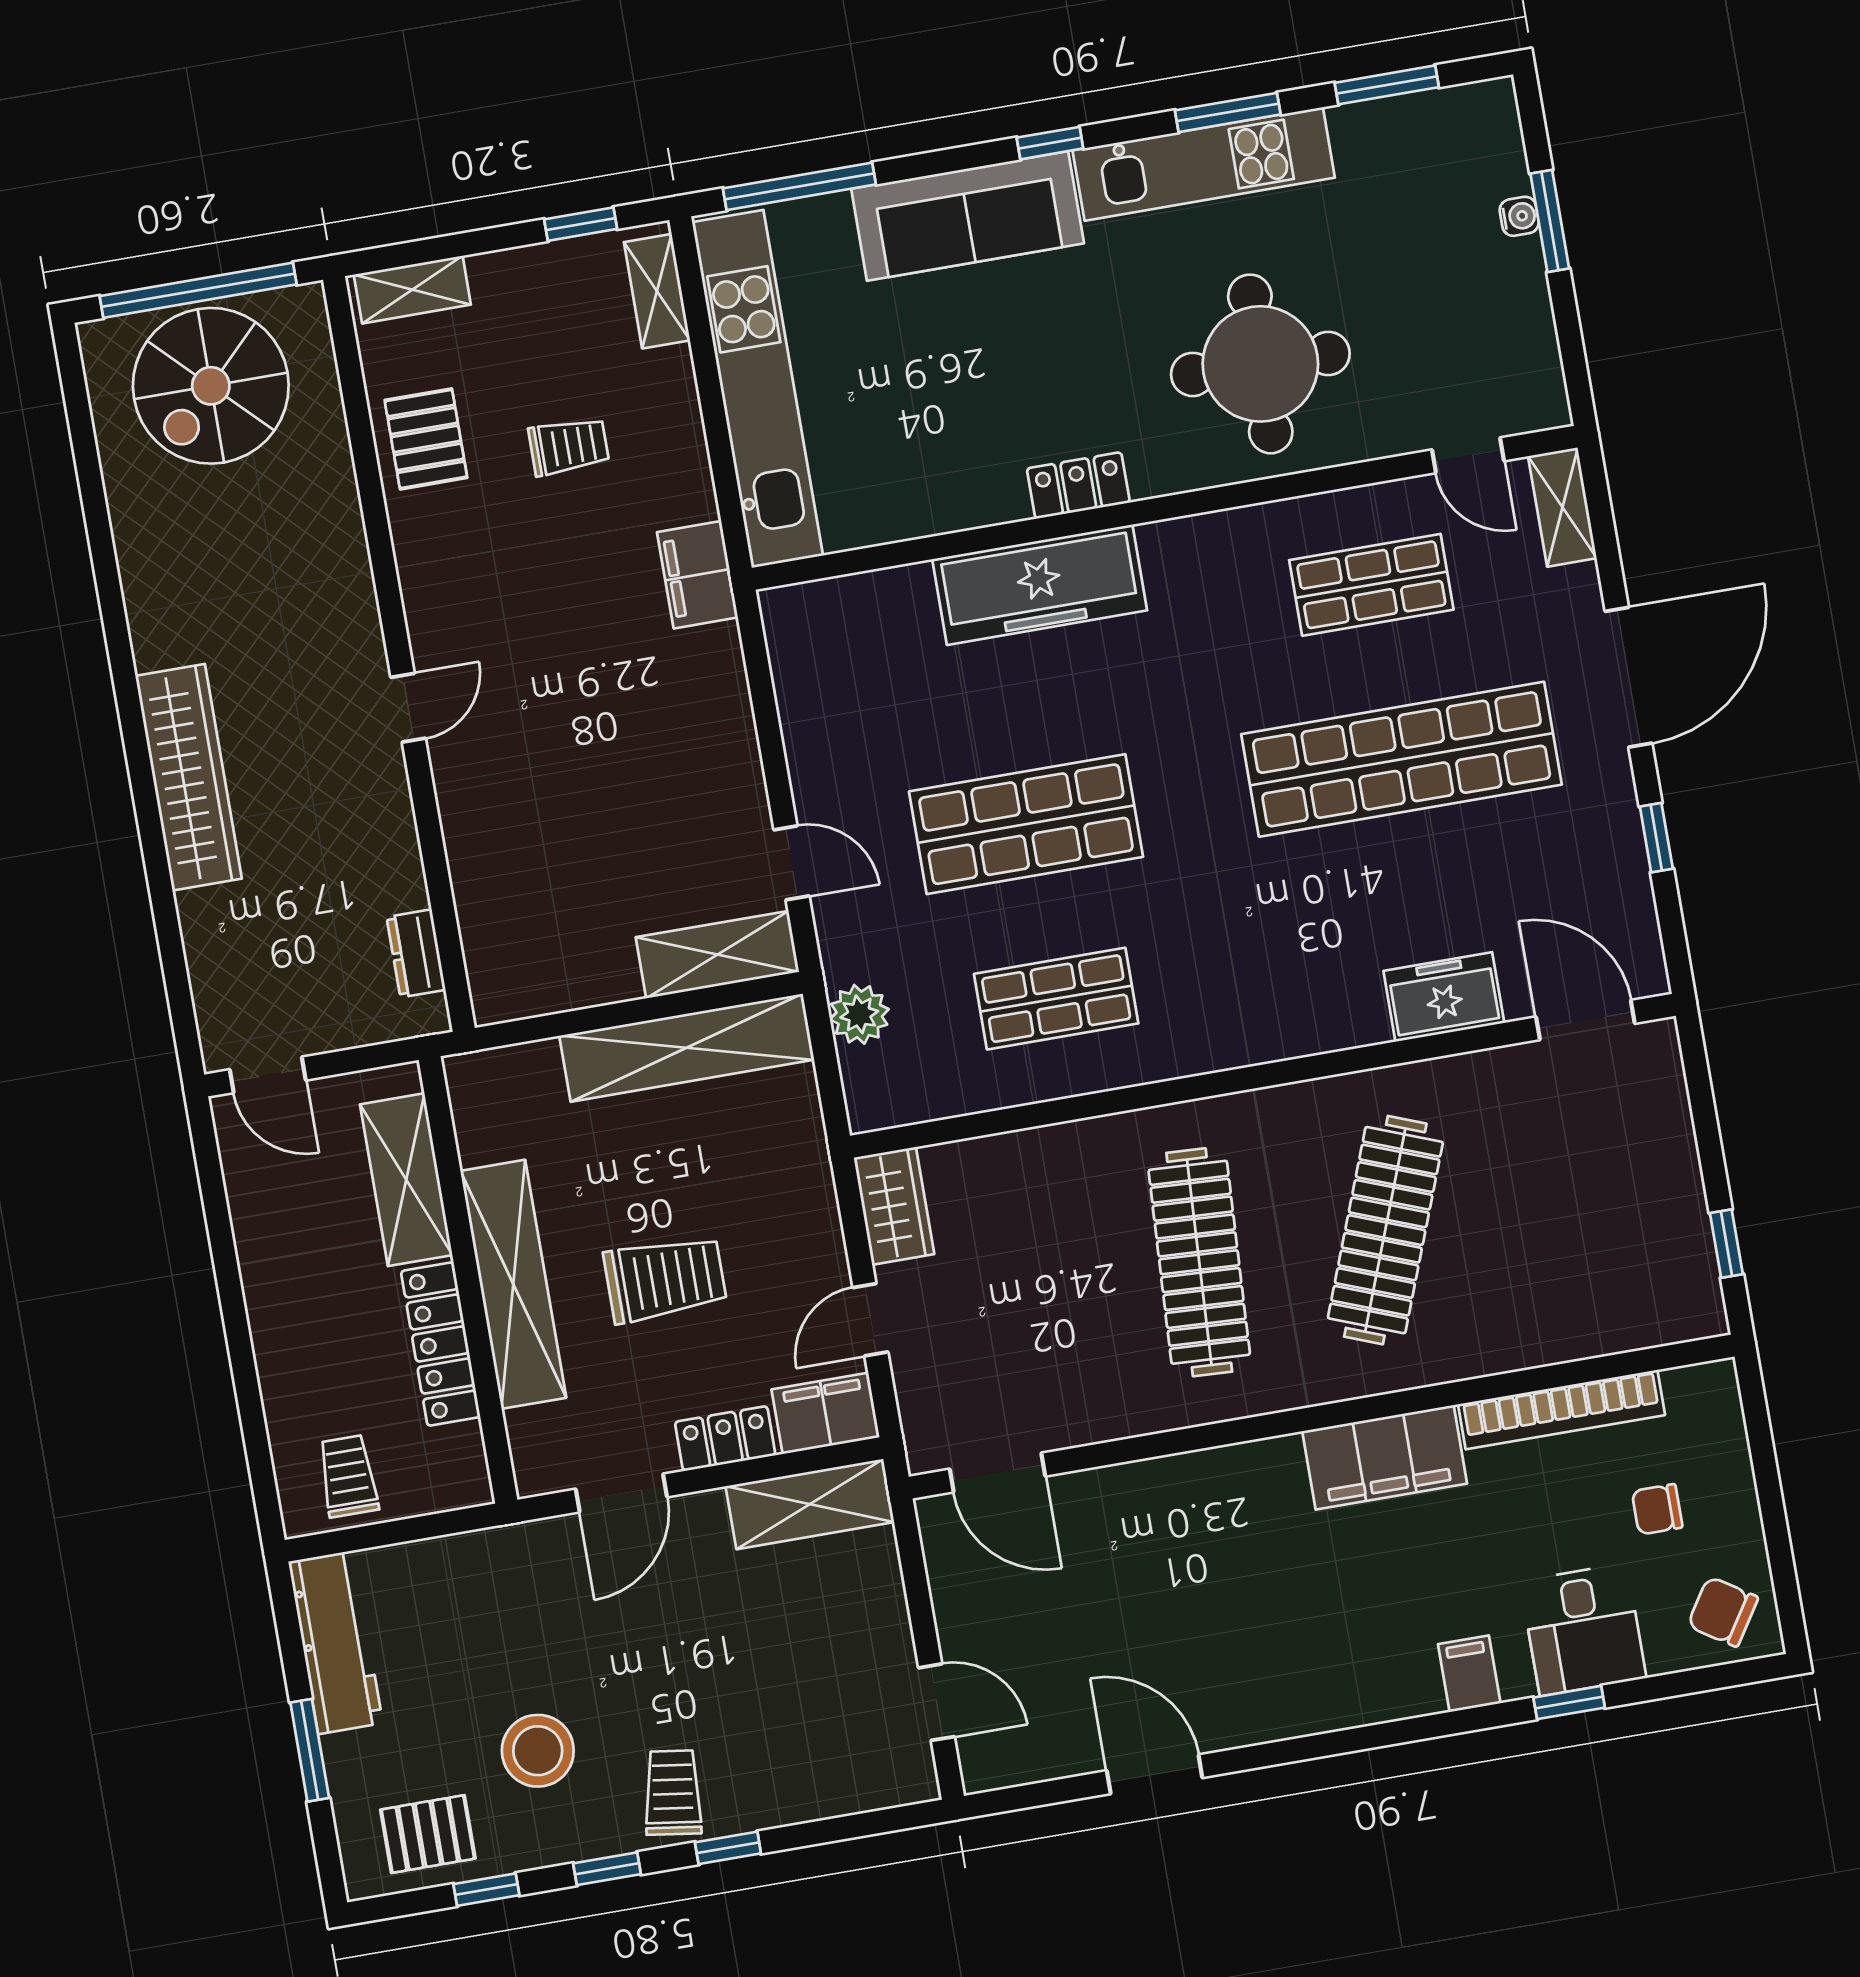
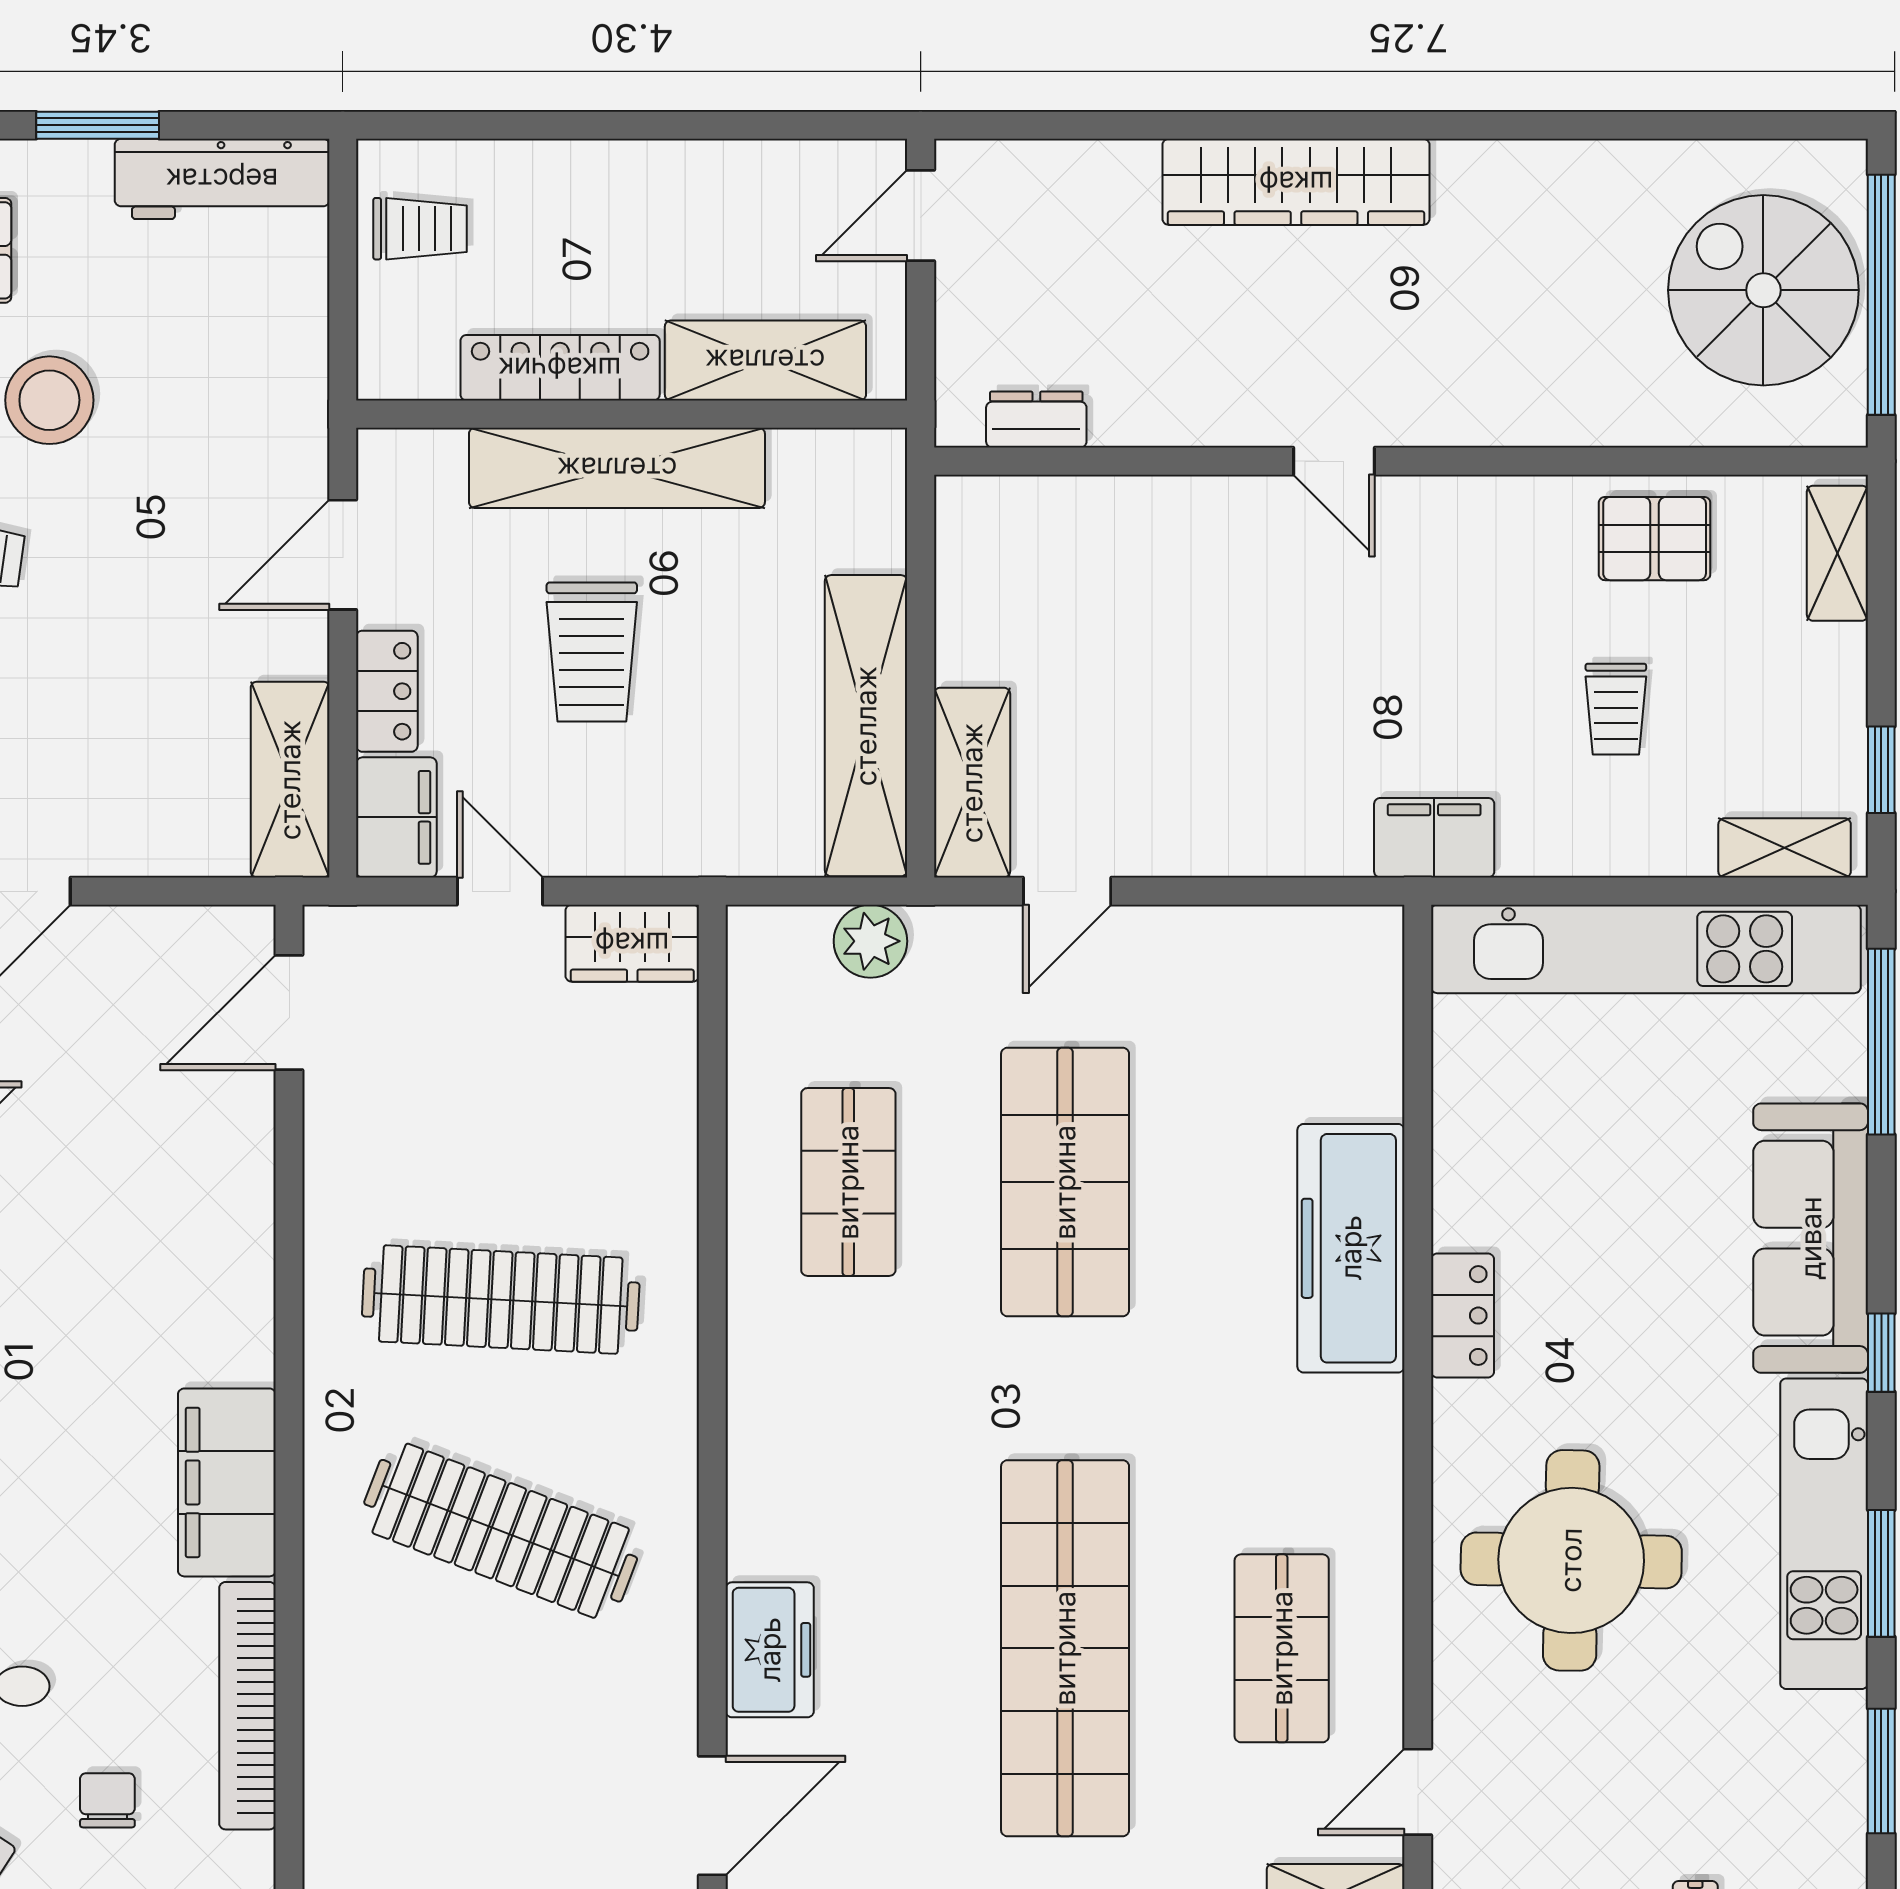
door: (621, 1493) -> (343, 555), hinge flipped

